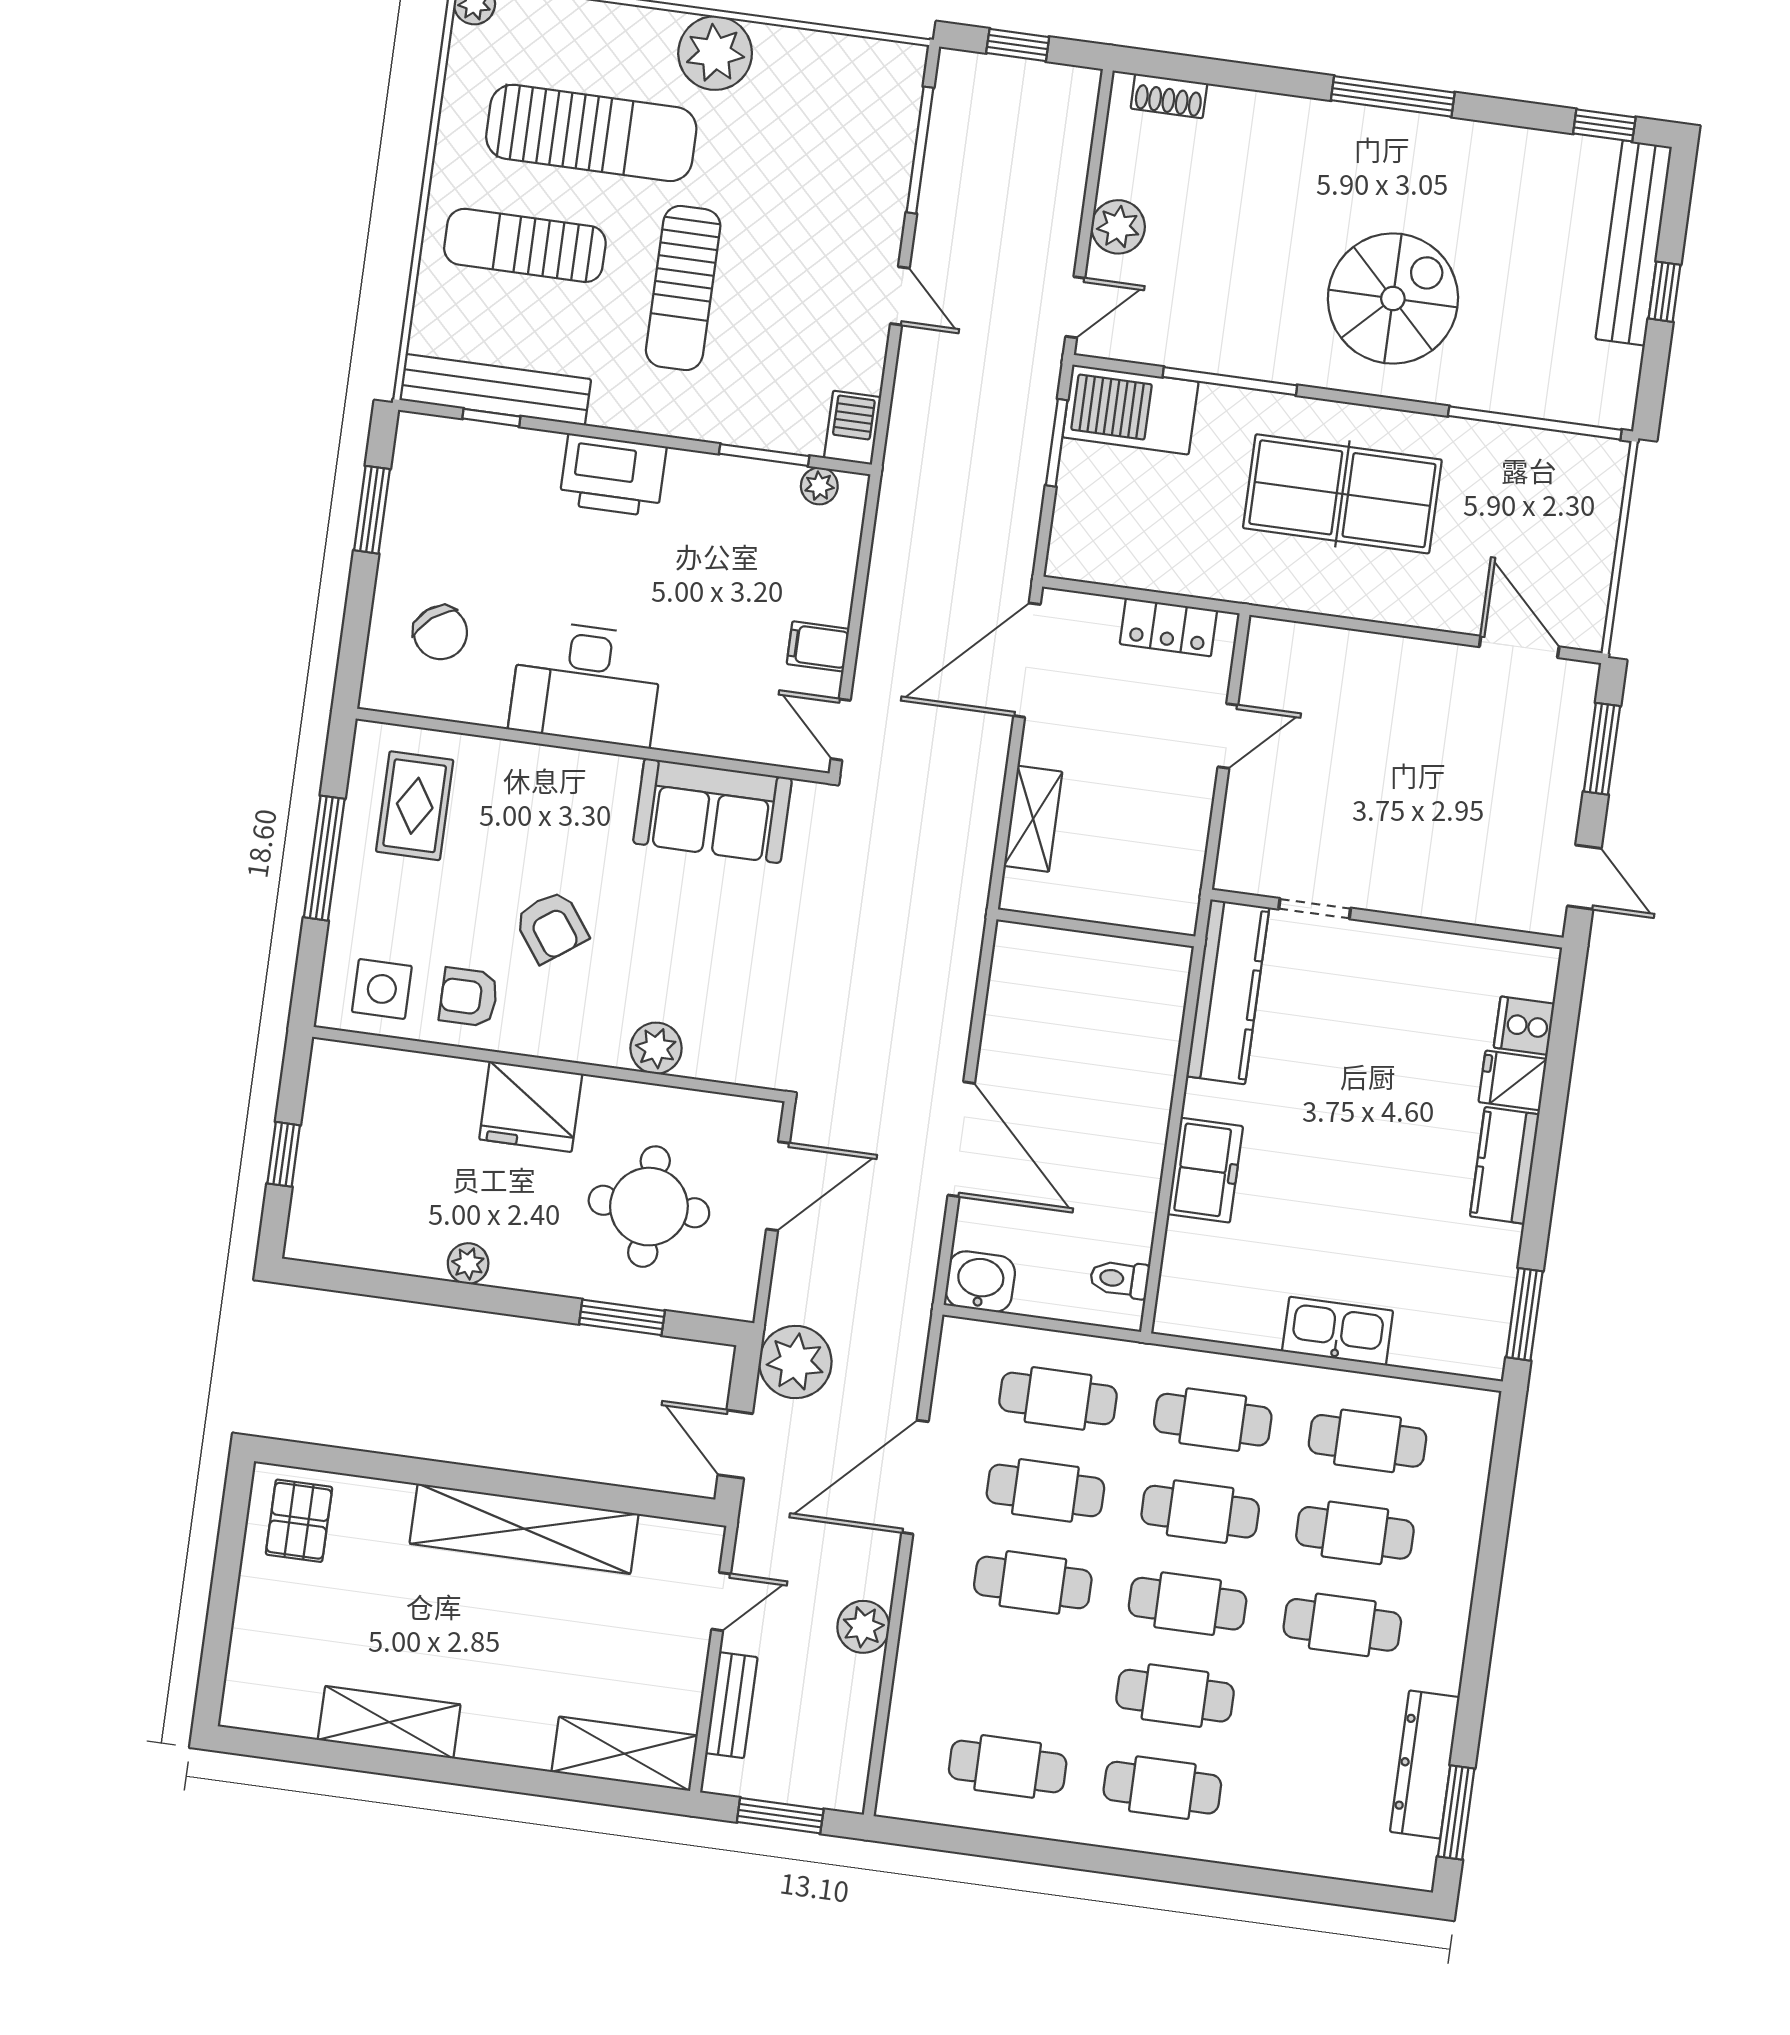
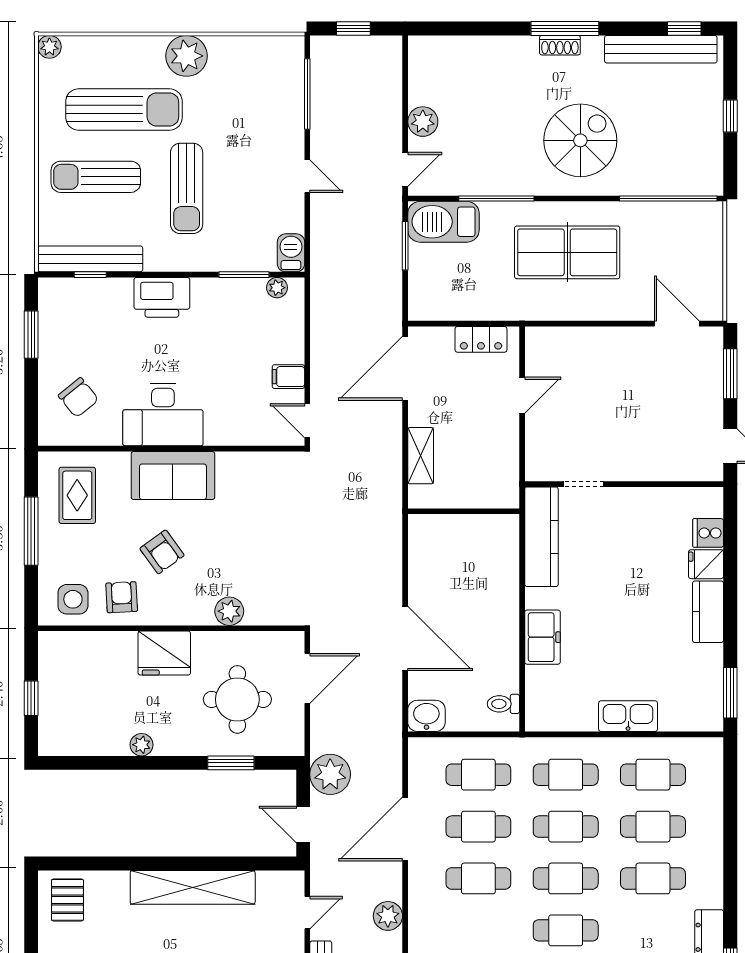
shoe rack: (1169, 96) -> (560, 45), moved
bench: (1634, 243) -> (661, 49), moved, turned 90
sofa: (712, 811) -> (173, 476), moved
armchair: (469, 997) -> (122, 597), turned 87

